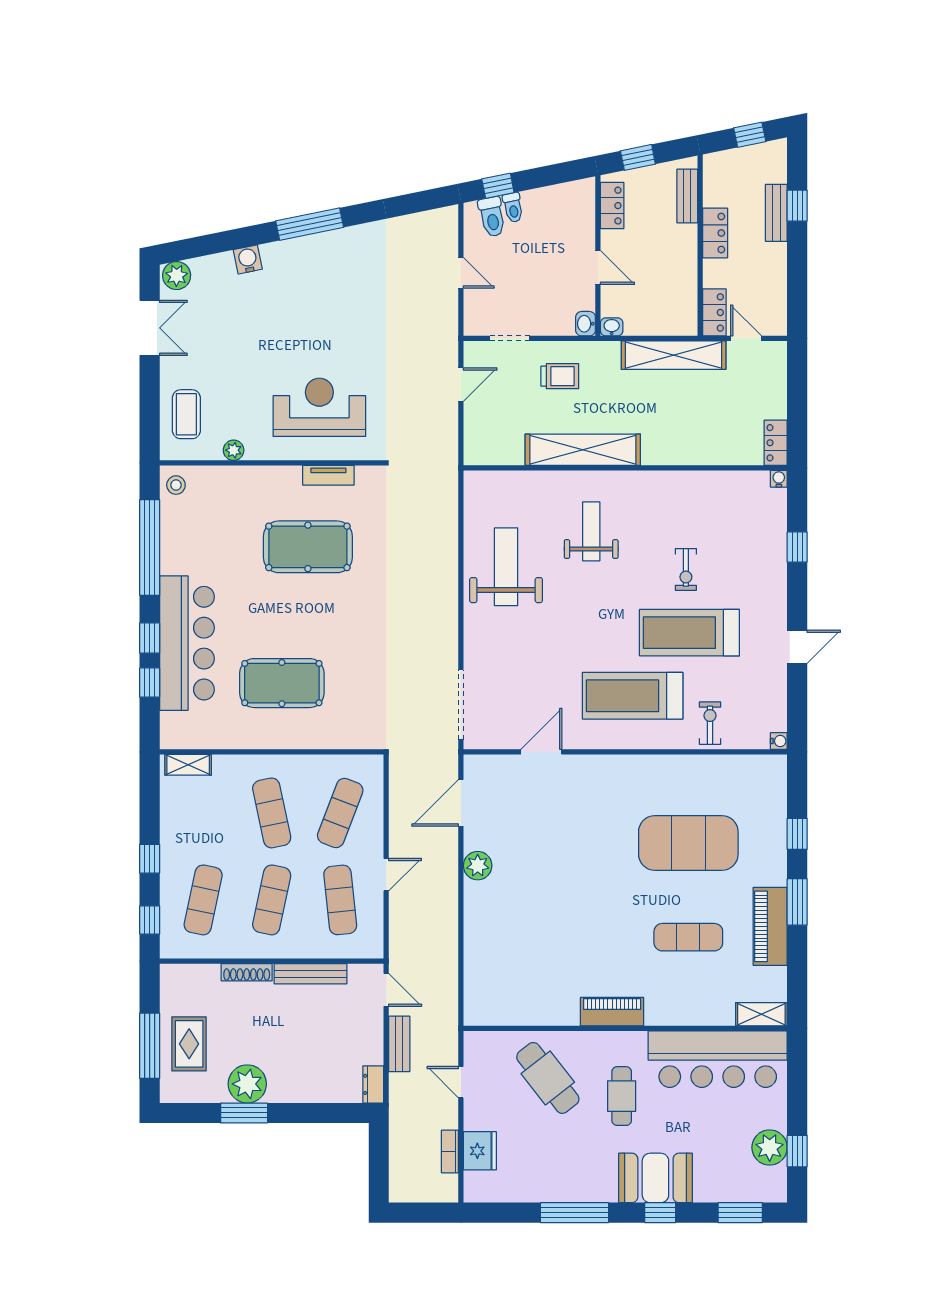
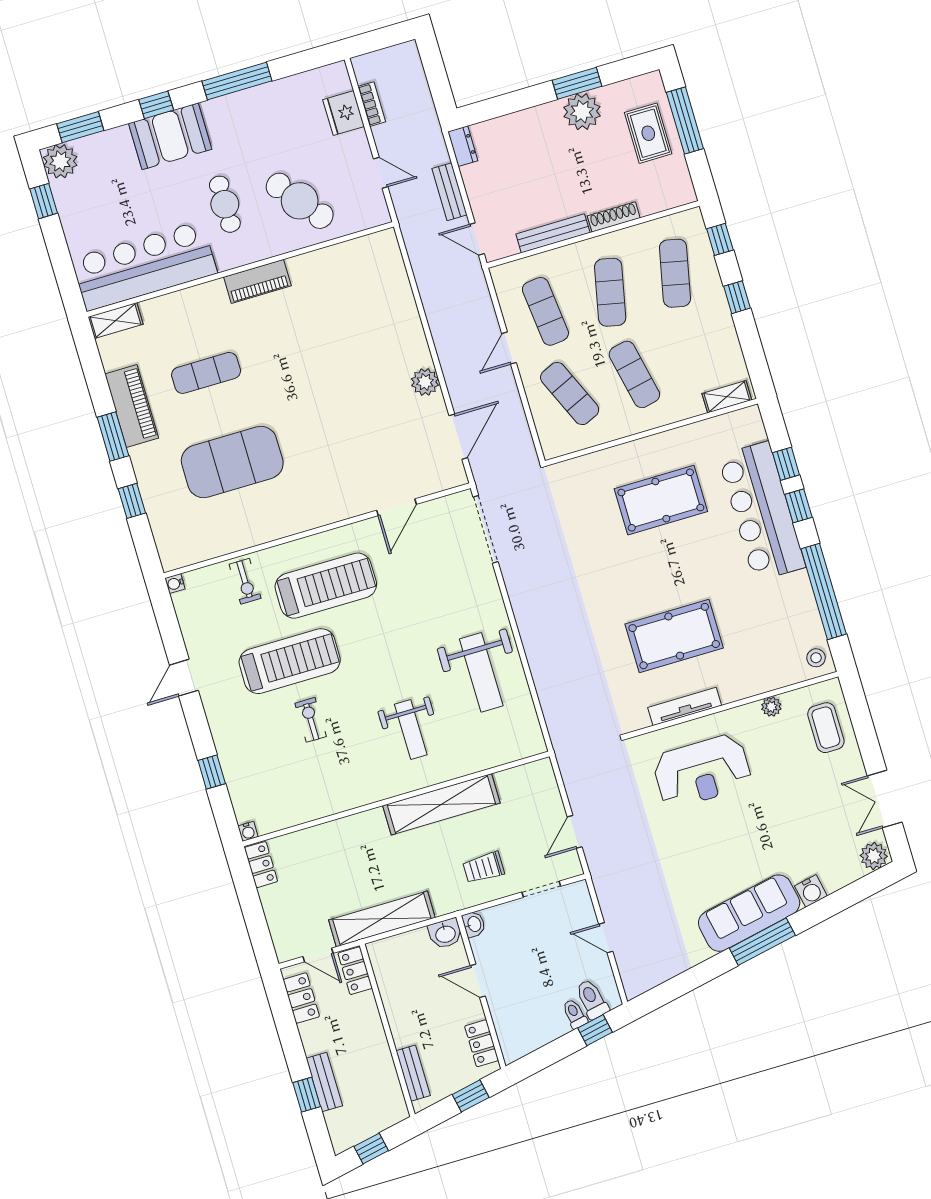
locker: (715, 233) -> (301, 998), moved, turned 180
sofa: (314, 256) -> (749, 913), added
washbasin: (612, 327) -> (445, 934), width x1.38, depth x1.45
tv unit: (328, 475) -> (685, 706), width x1.41
exercise mat: (340, 813) -> (570, 394), turned -45
plant: (770, 1147) -> (60, 161), moved

